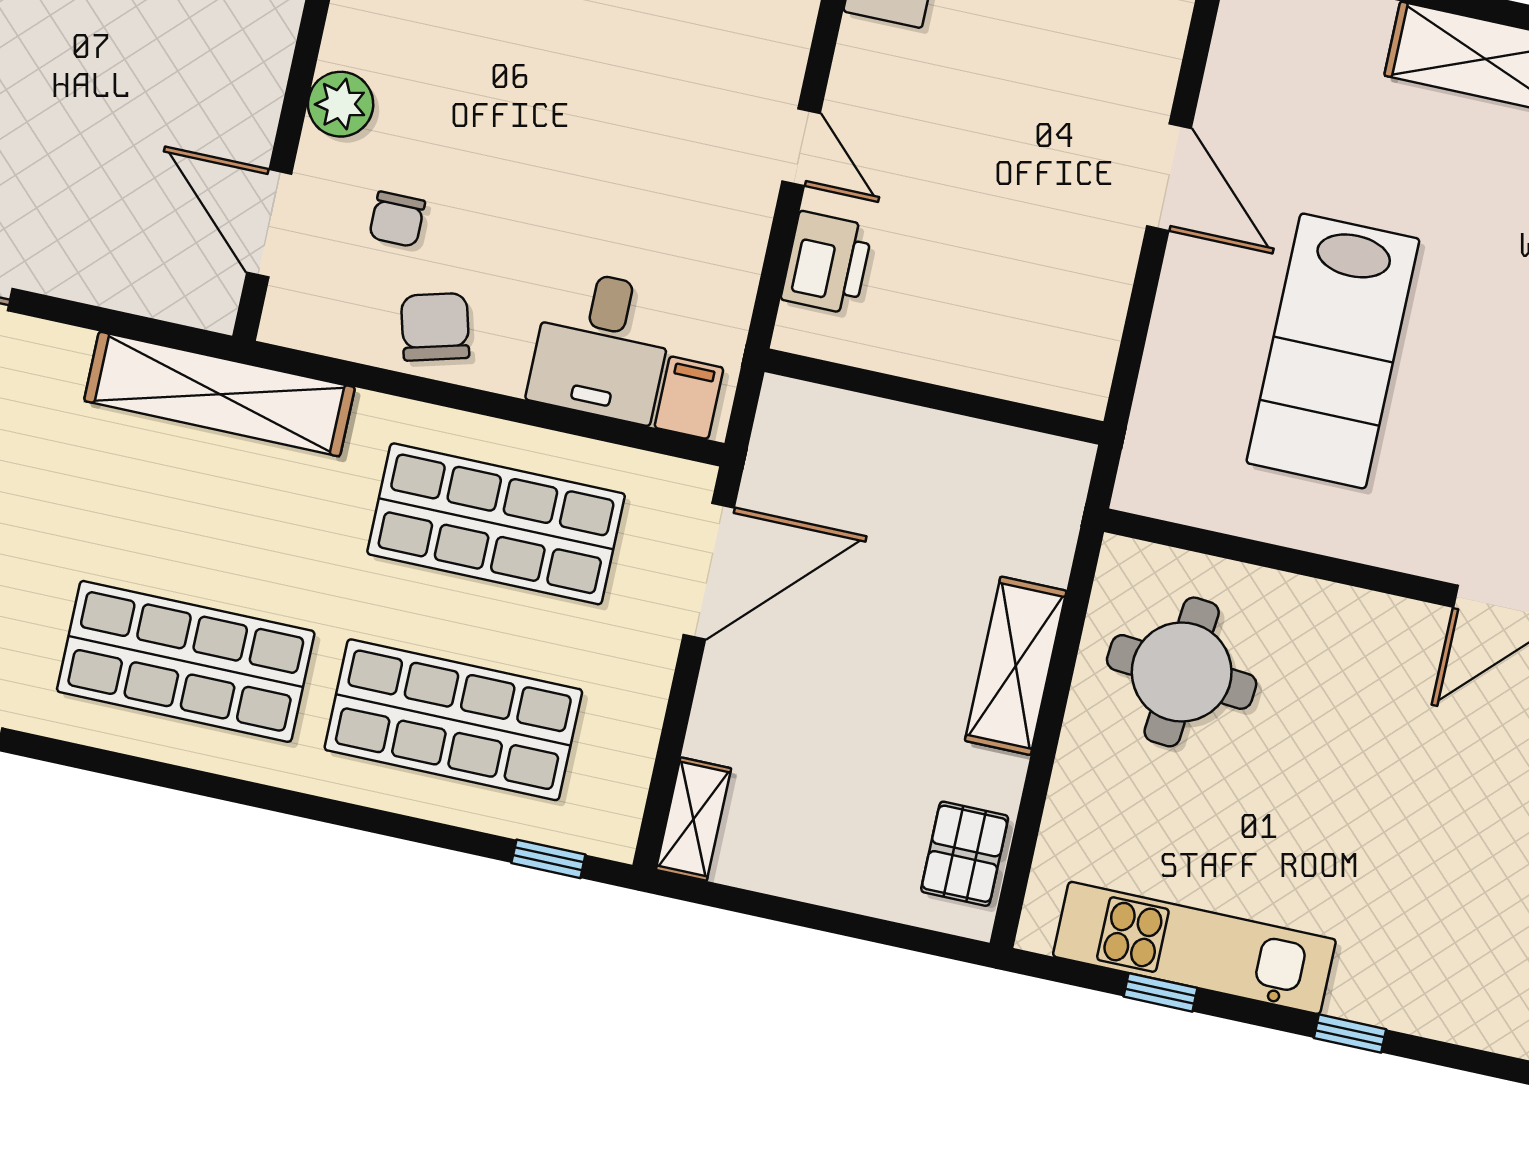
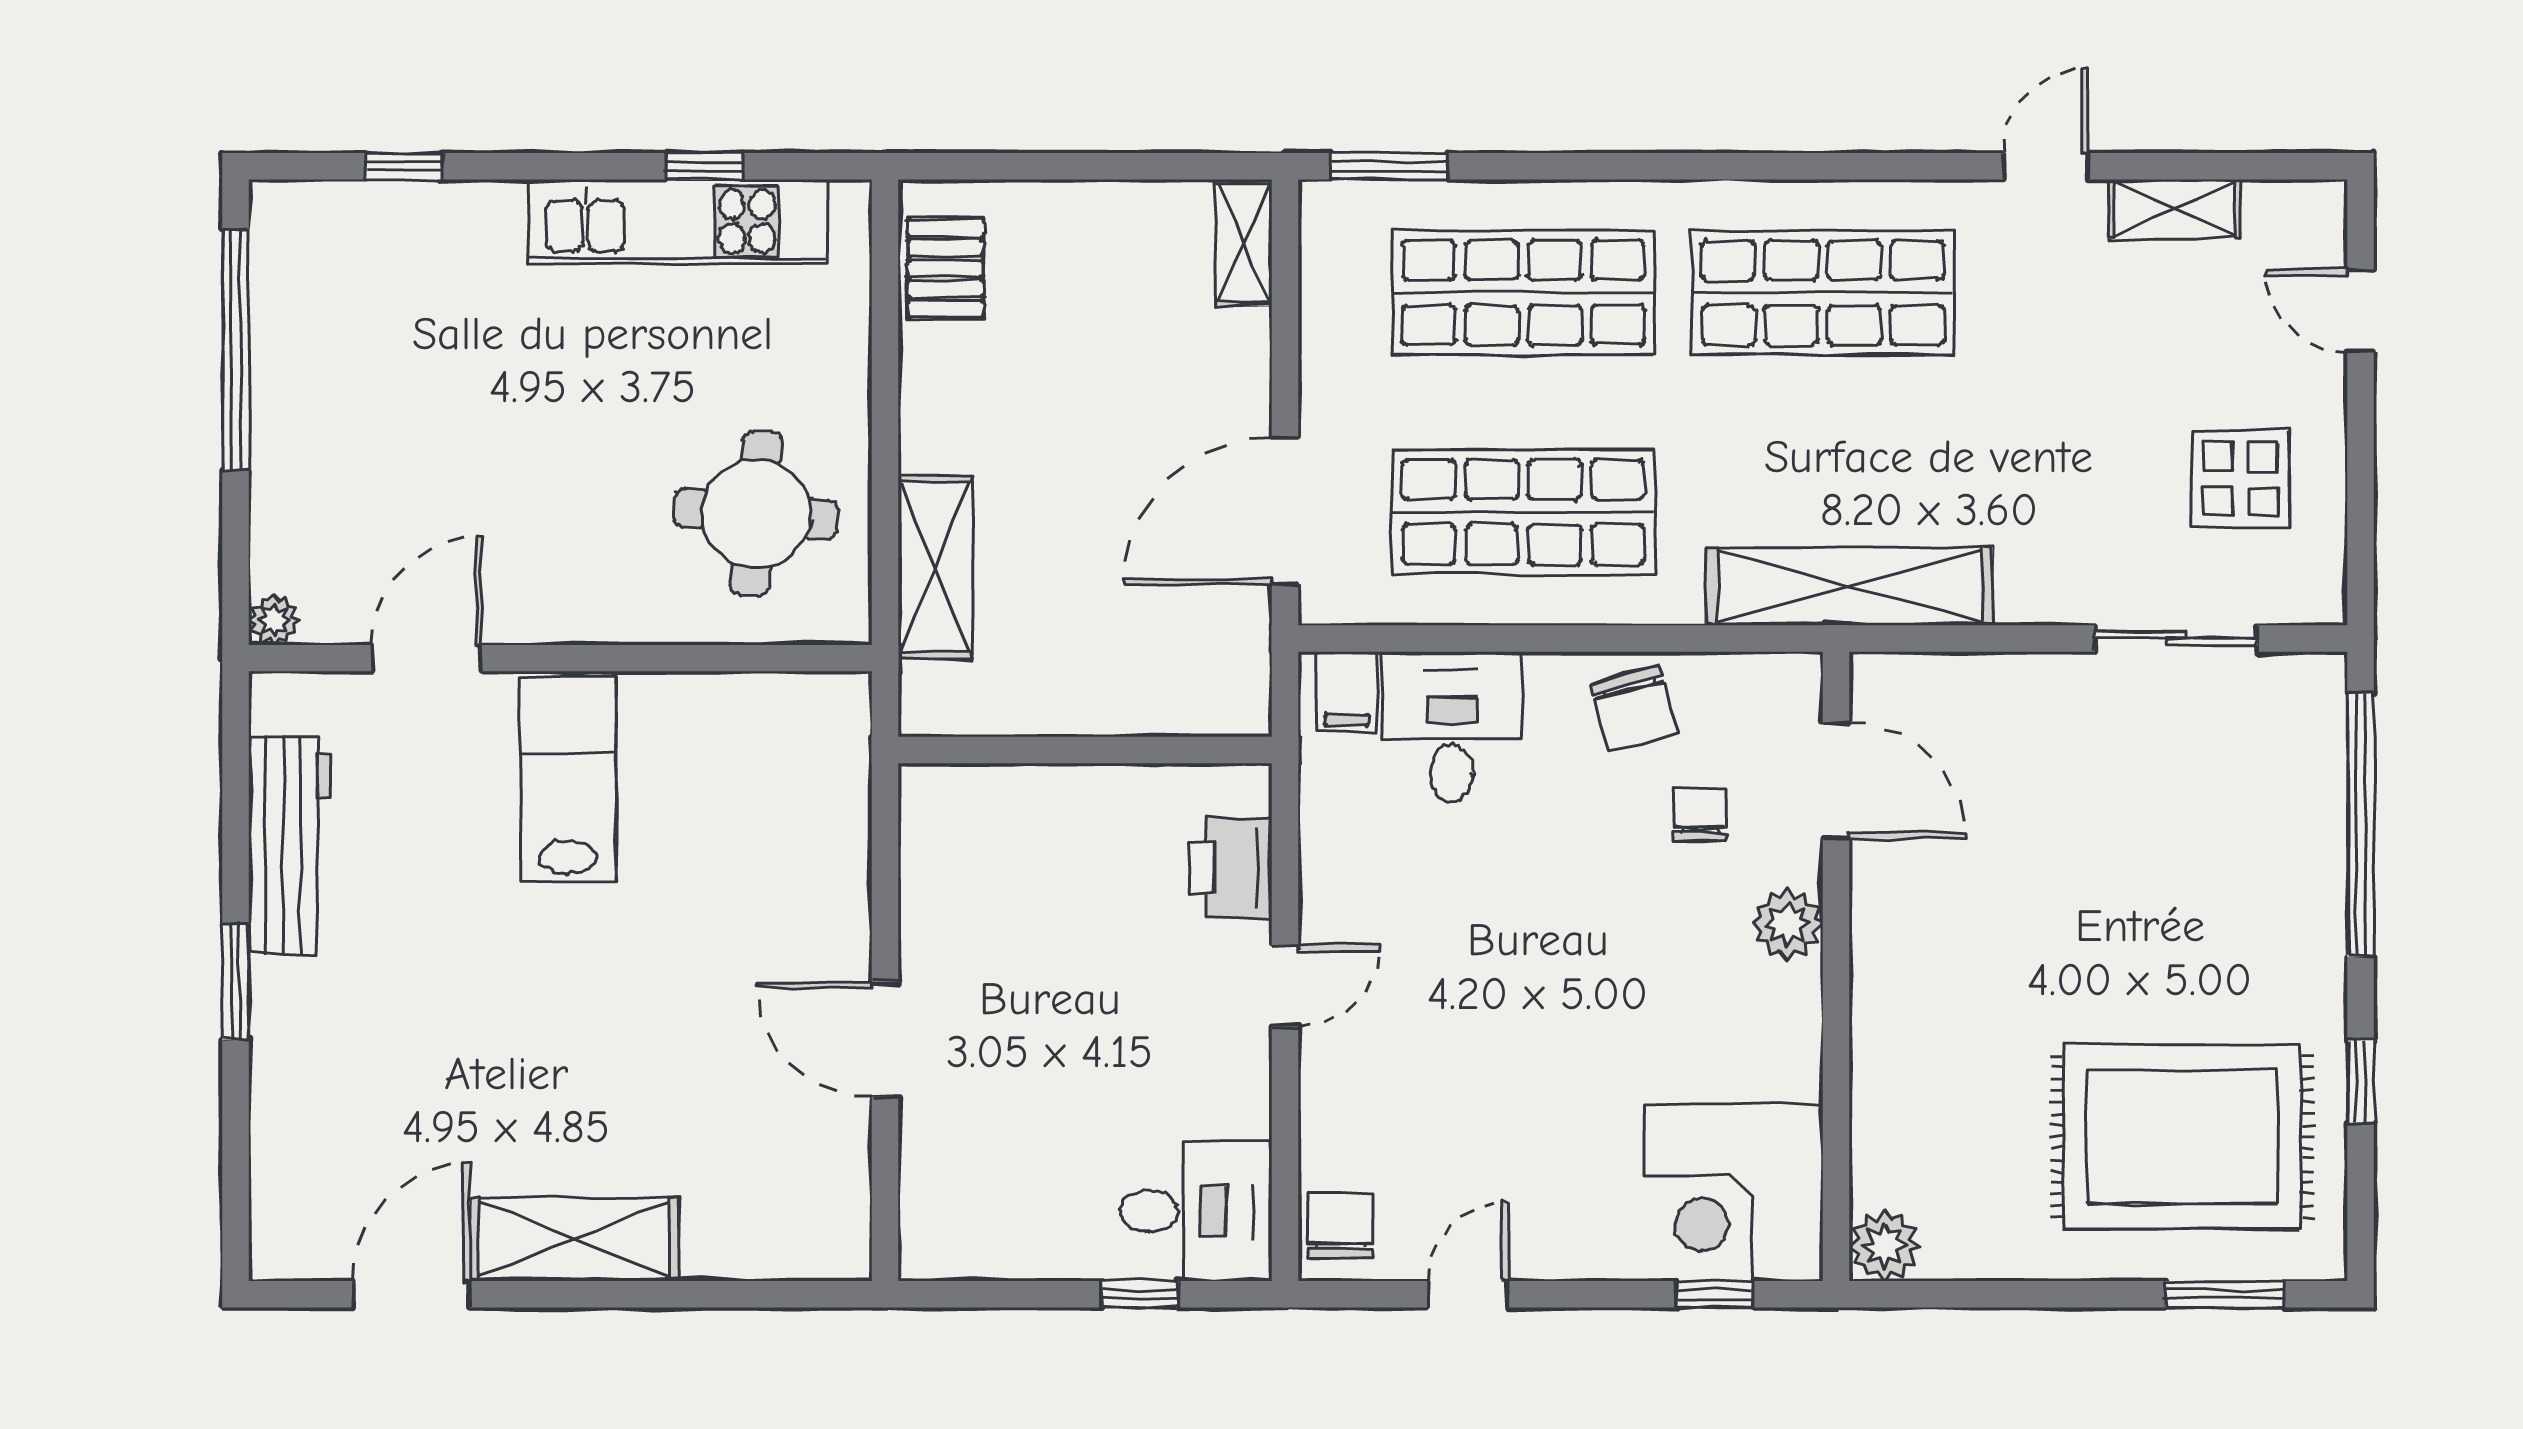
door: (801, 147) -> (1285, 986), swing flipped
lab bench: (1333, 351) -> (568, 779), moved, width x0.73, depth x0.72
shelving: (1016, 666) -> (935, 567), moved
window: (548, 859) -> (1389, 166), width x1.50
window: (1350, 1034) -> (404, 166), moved

